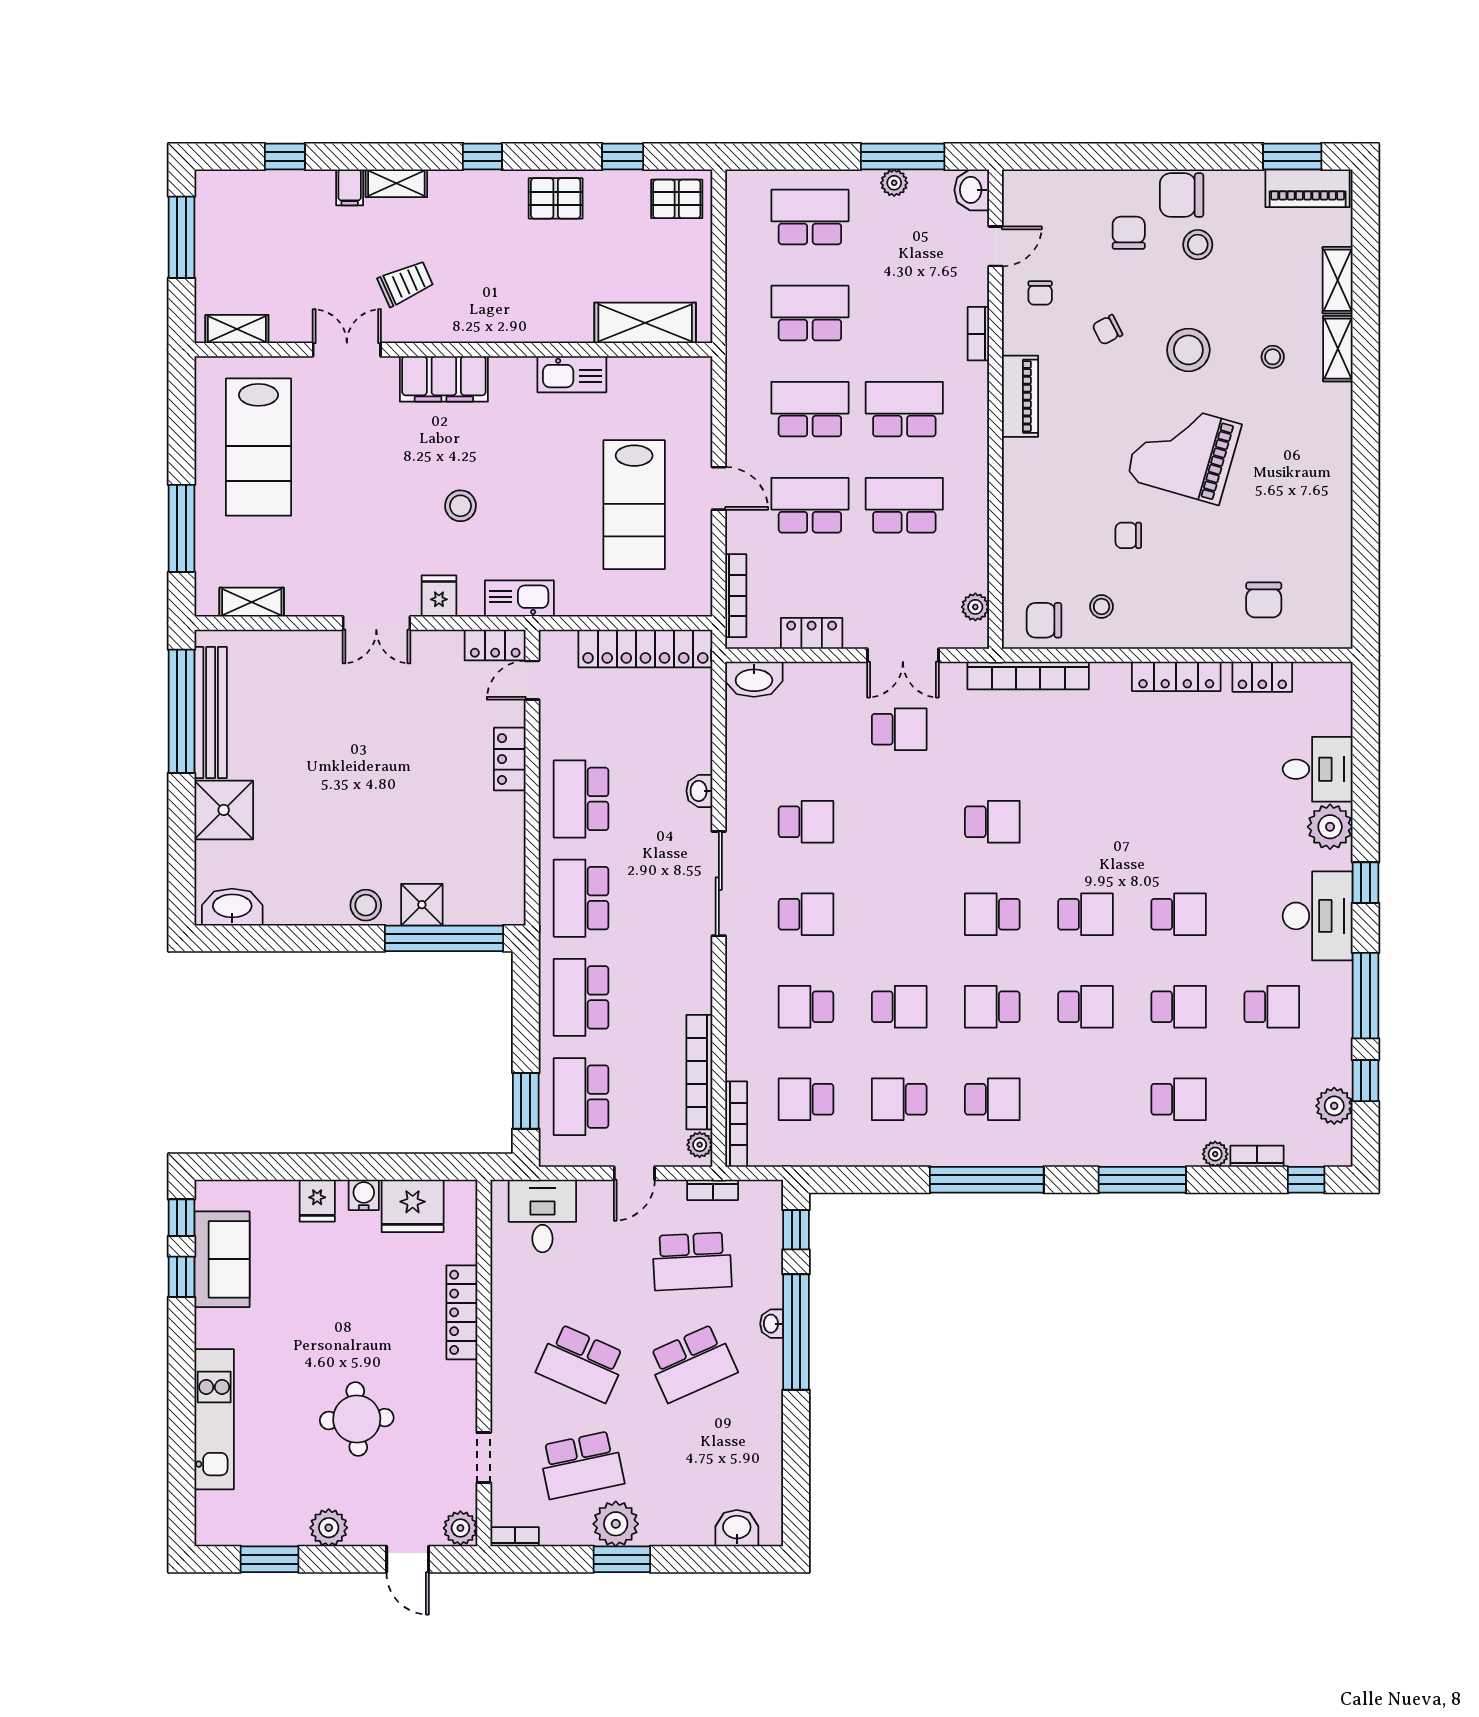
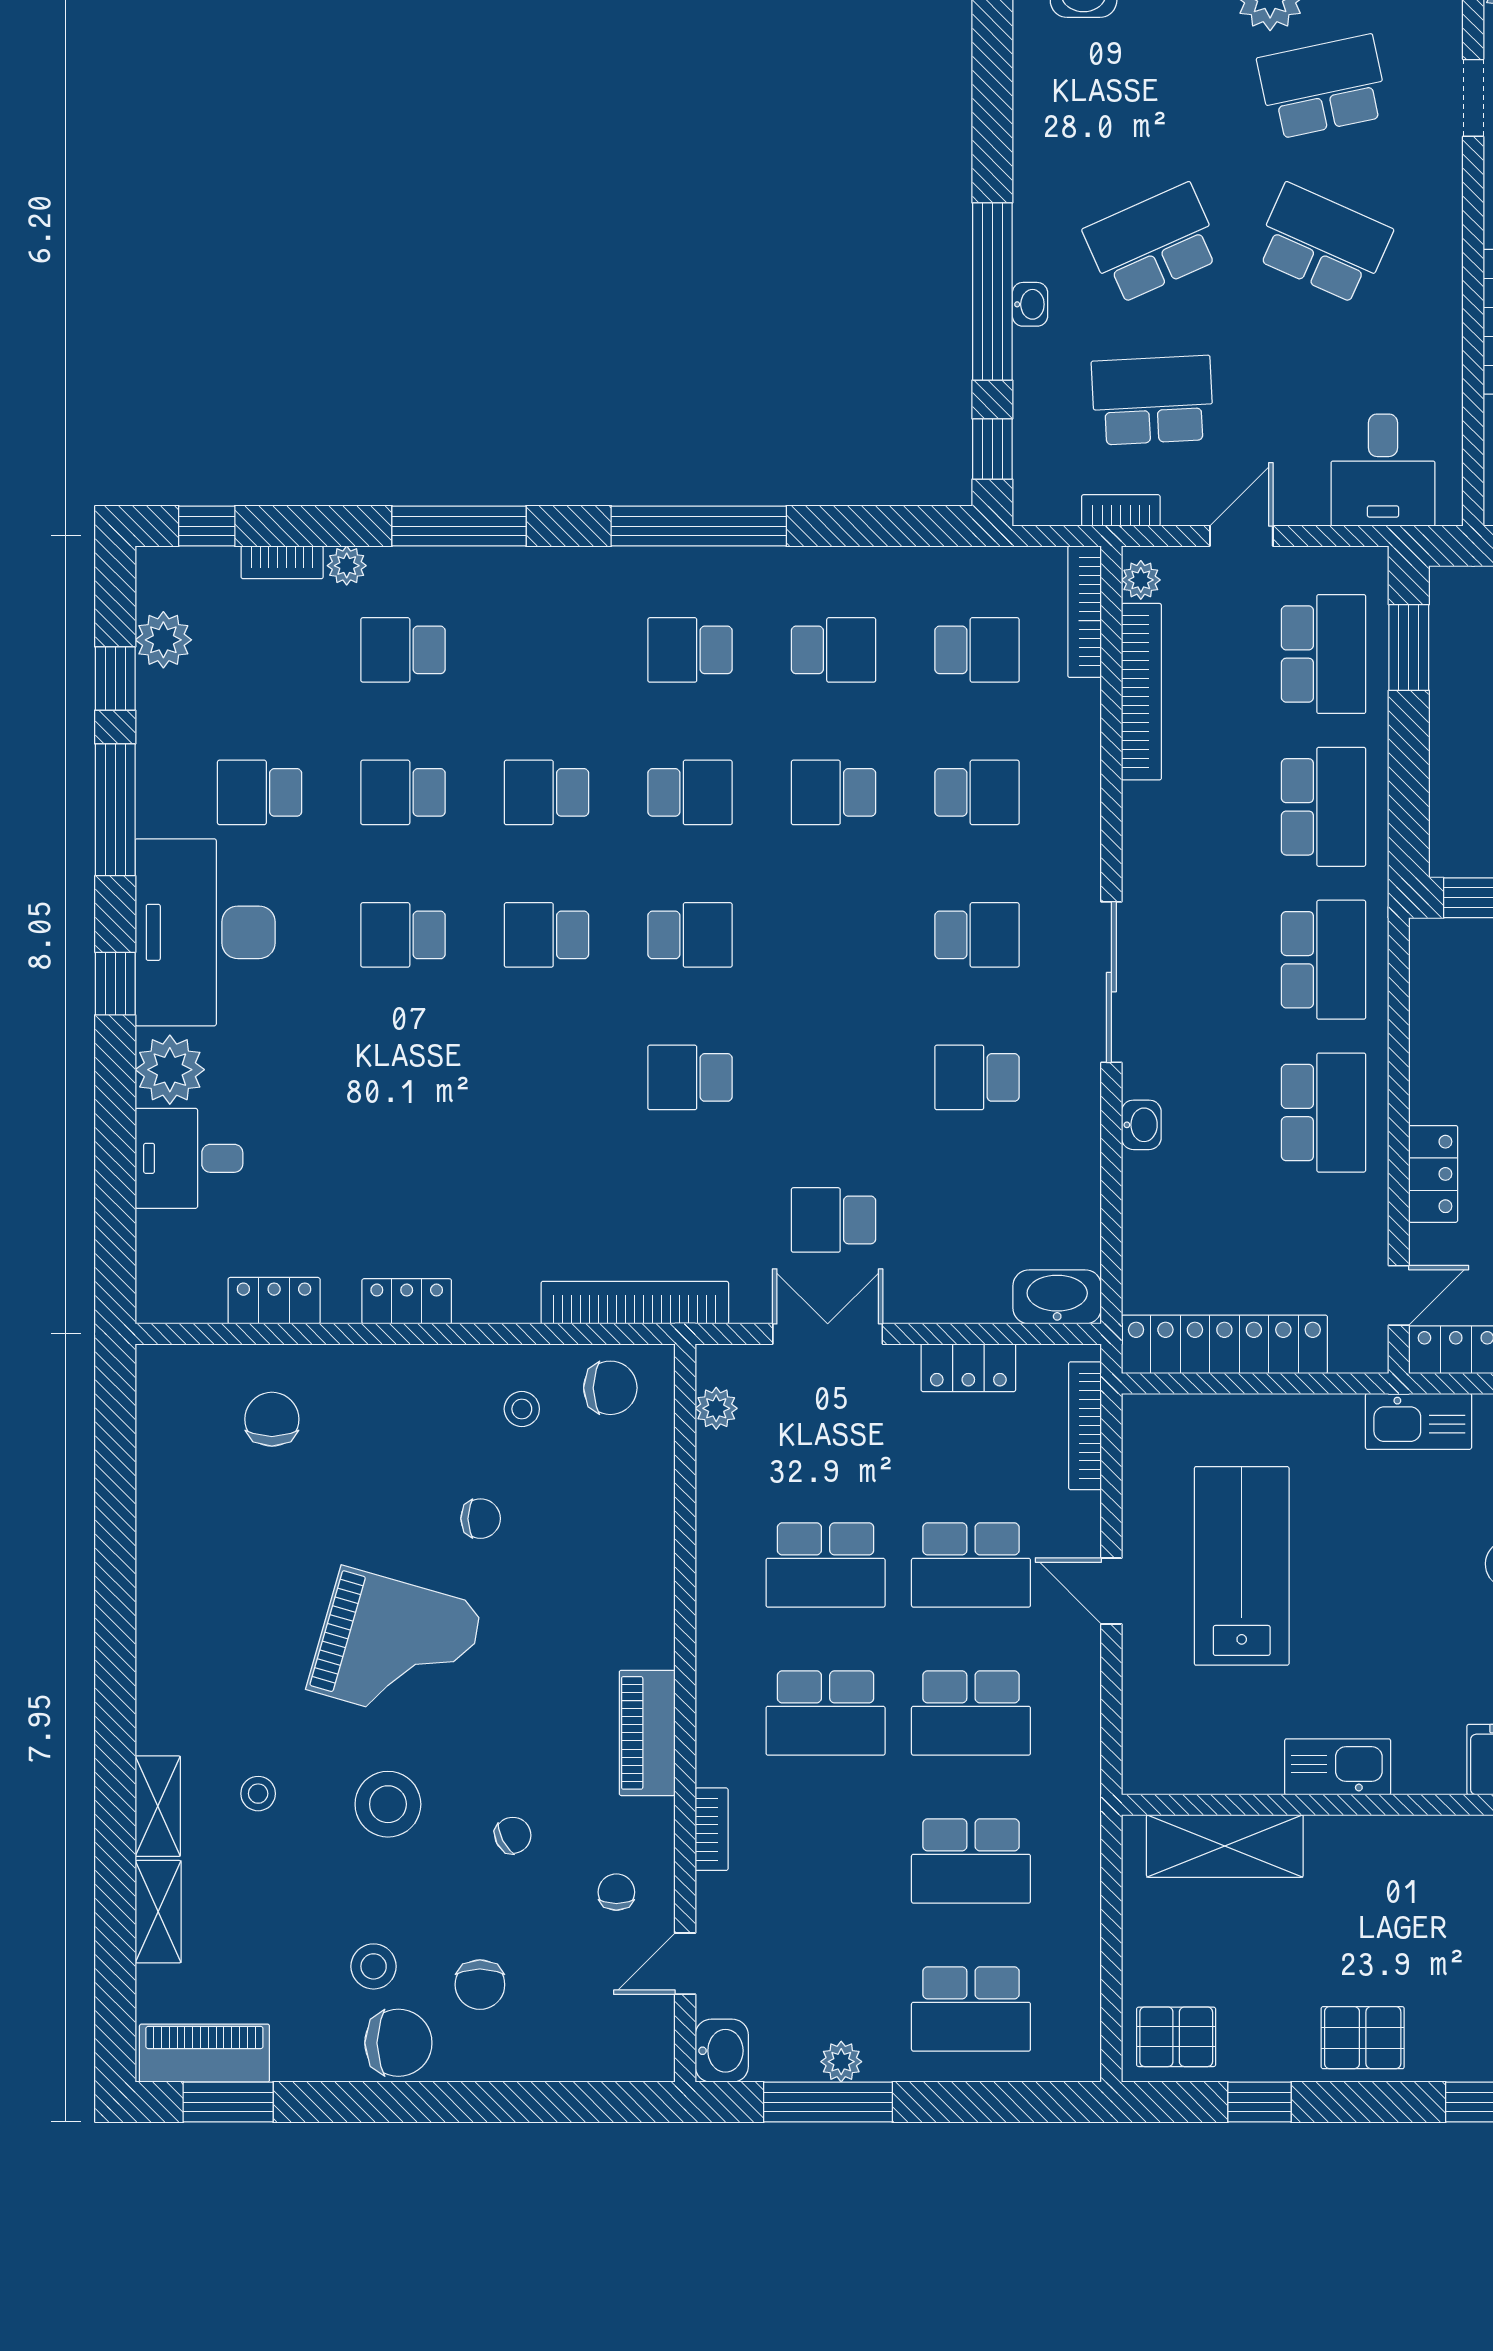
locker: (1176, 676) -> (407, 1301), width x0.66
school desk: (806, 914) -> (977, 935), turned 180
desk: (1318, 916) -> (205, 932), width x1.36, depth x1.30

